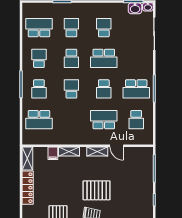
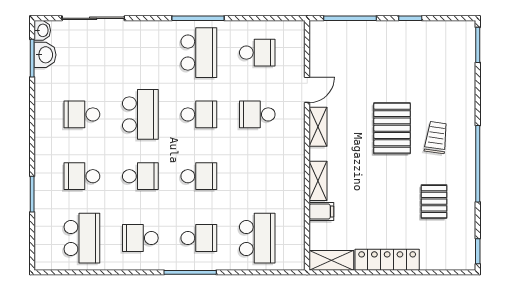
school desk: (39, 28) -> (82, 238), turned 180
school desk: (71, 89) -> (199, 176), turned 180
school desk: (104, 120) -> (257, 114), width x0.54

